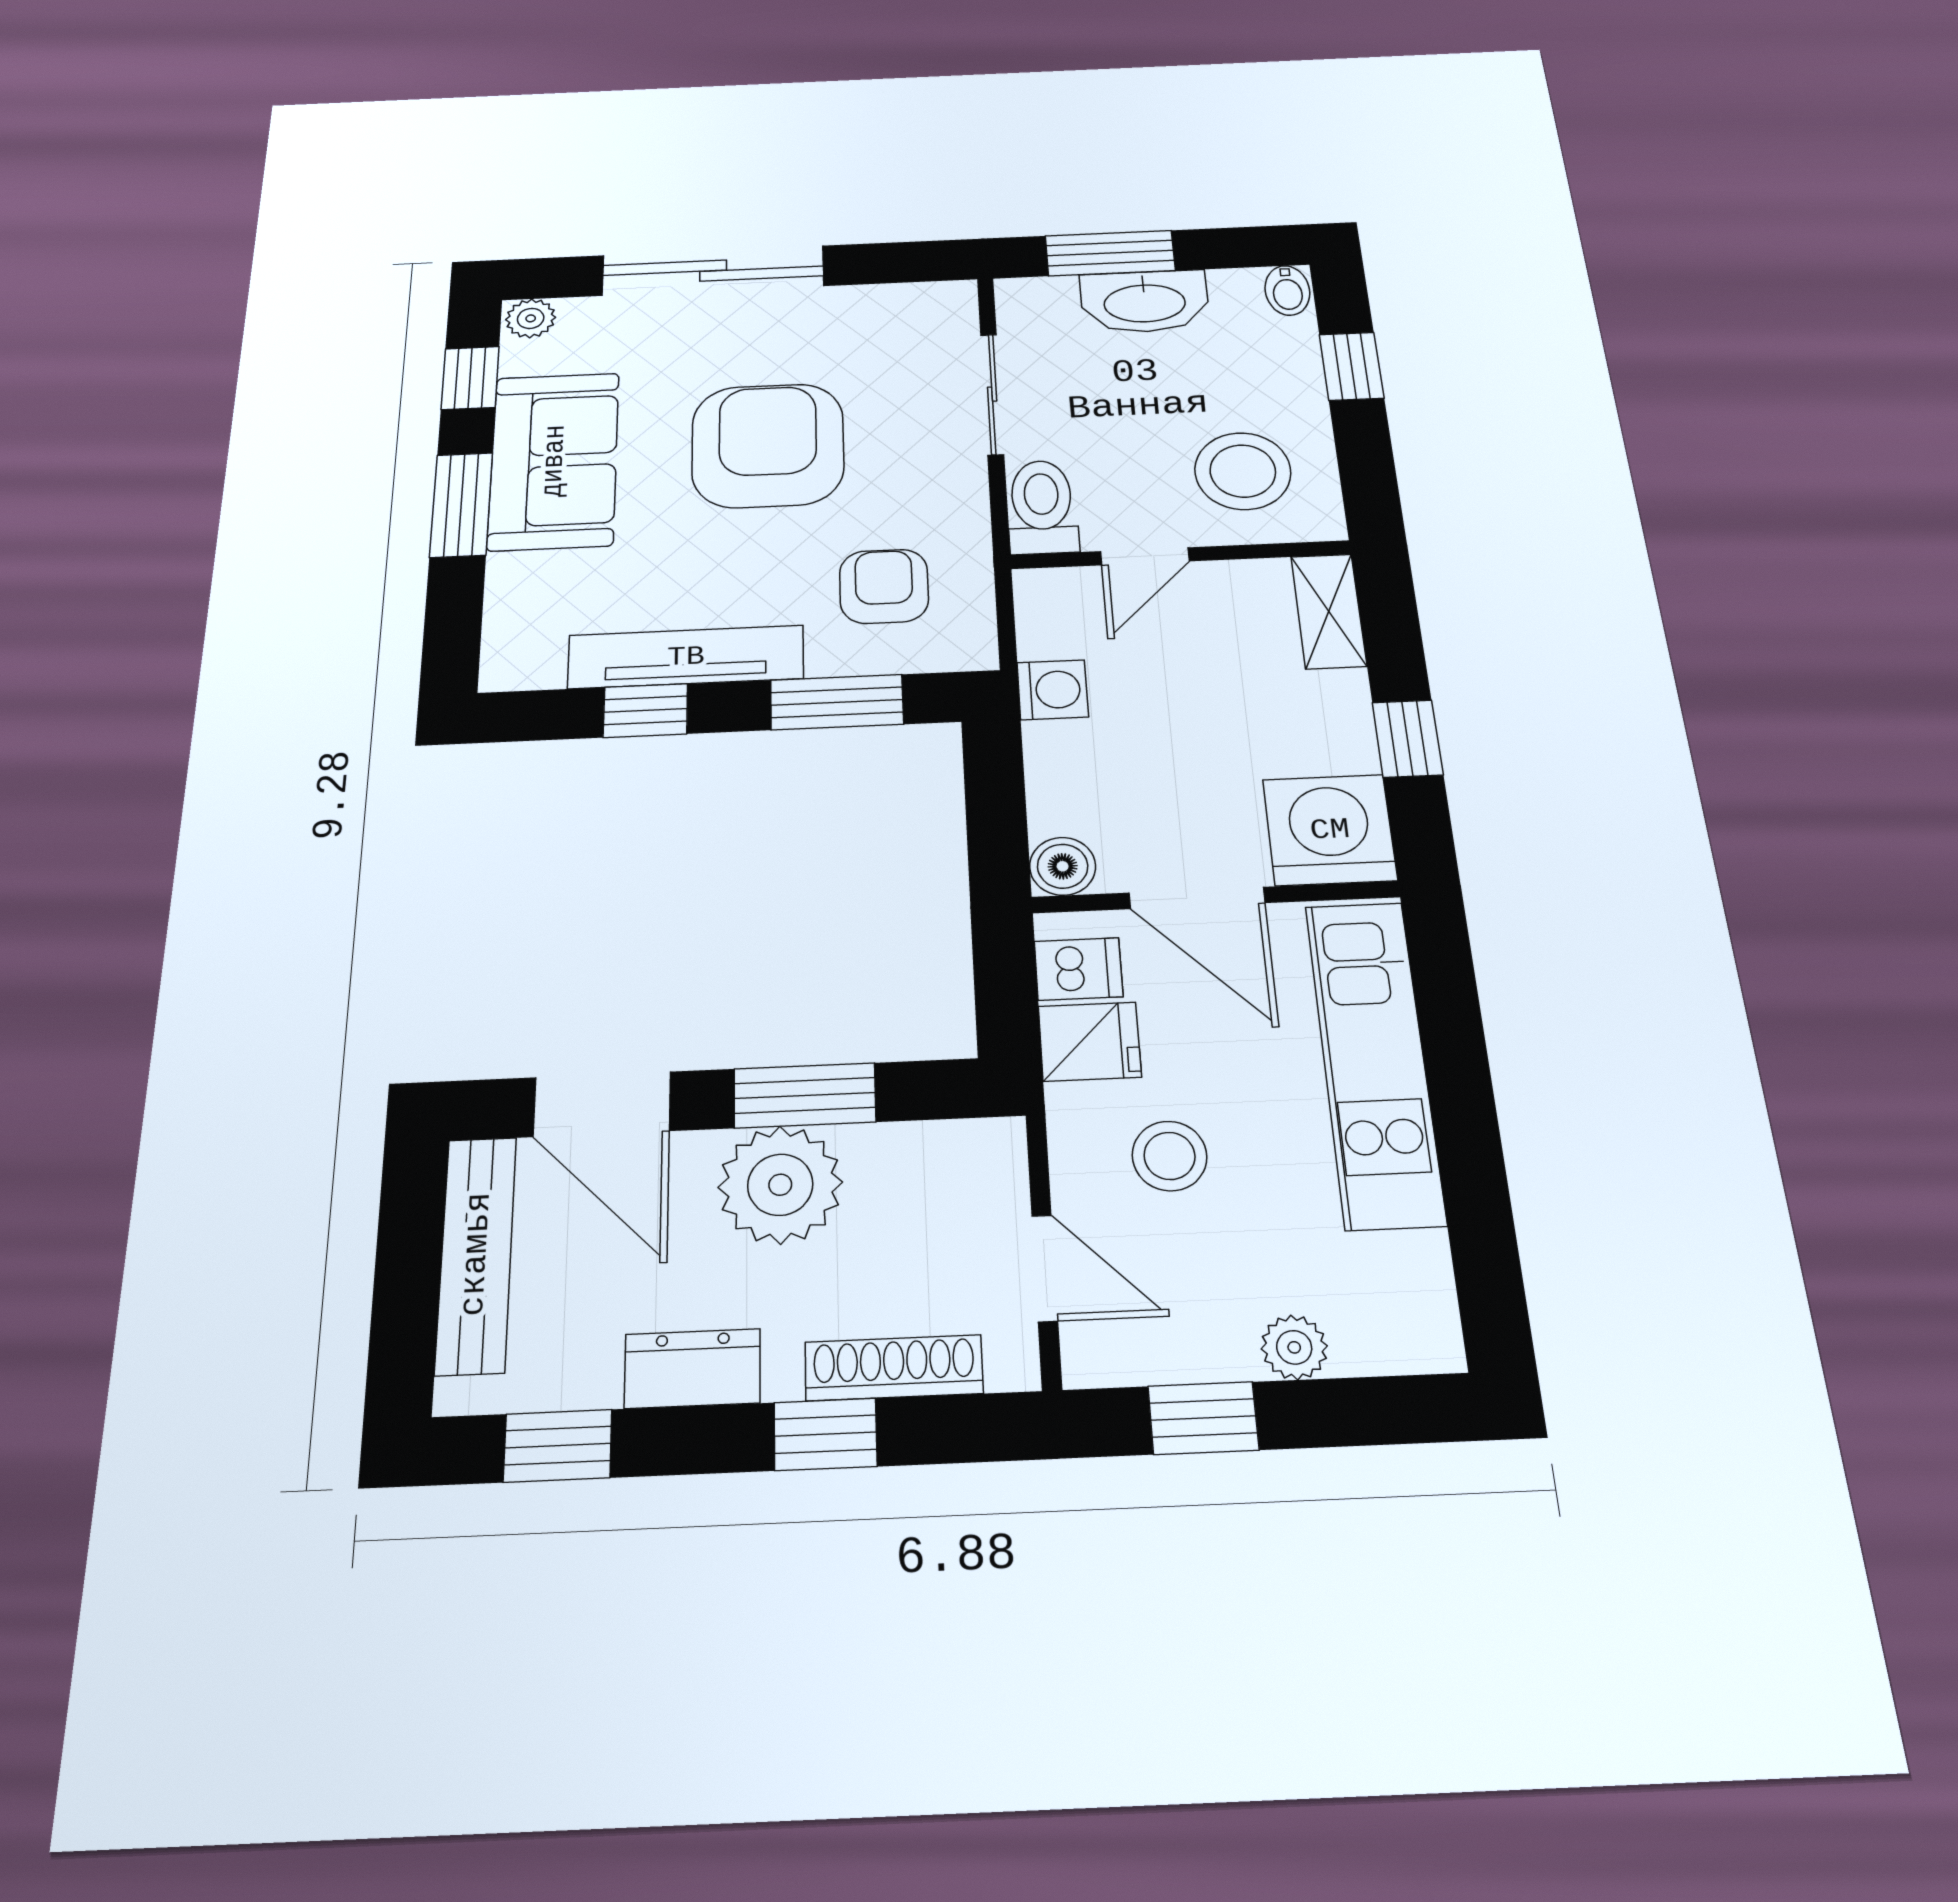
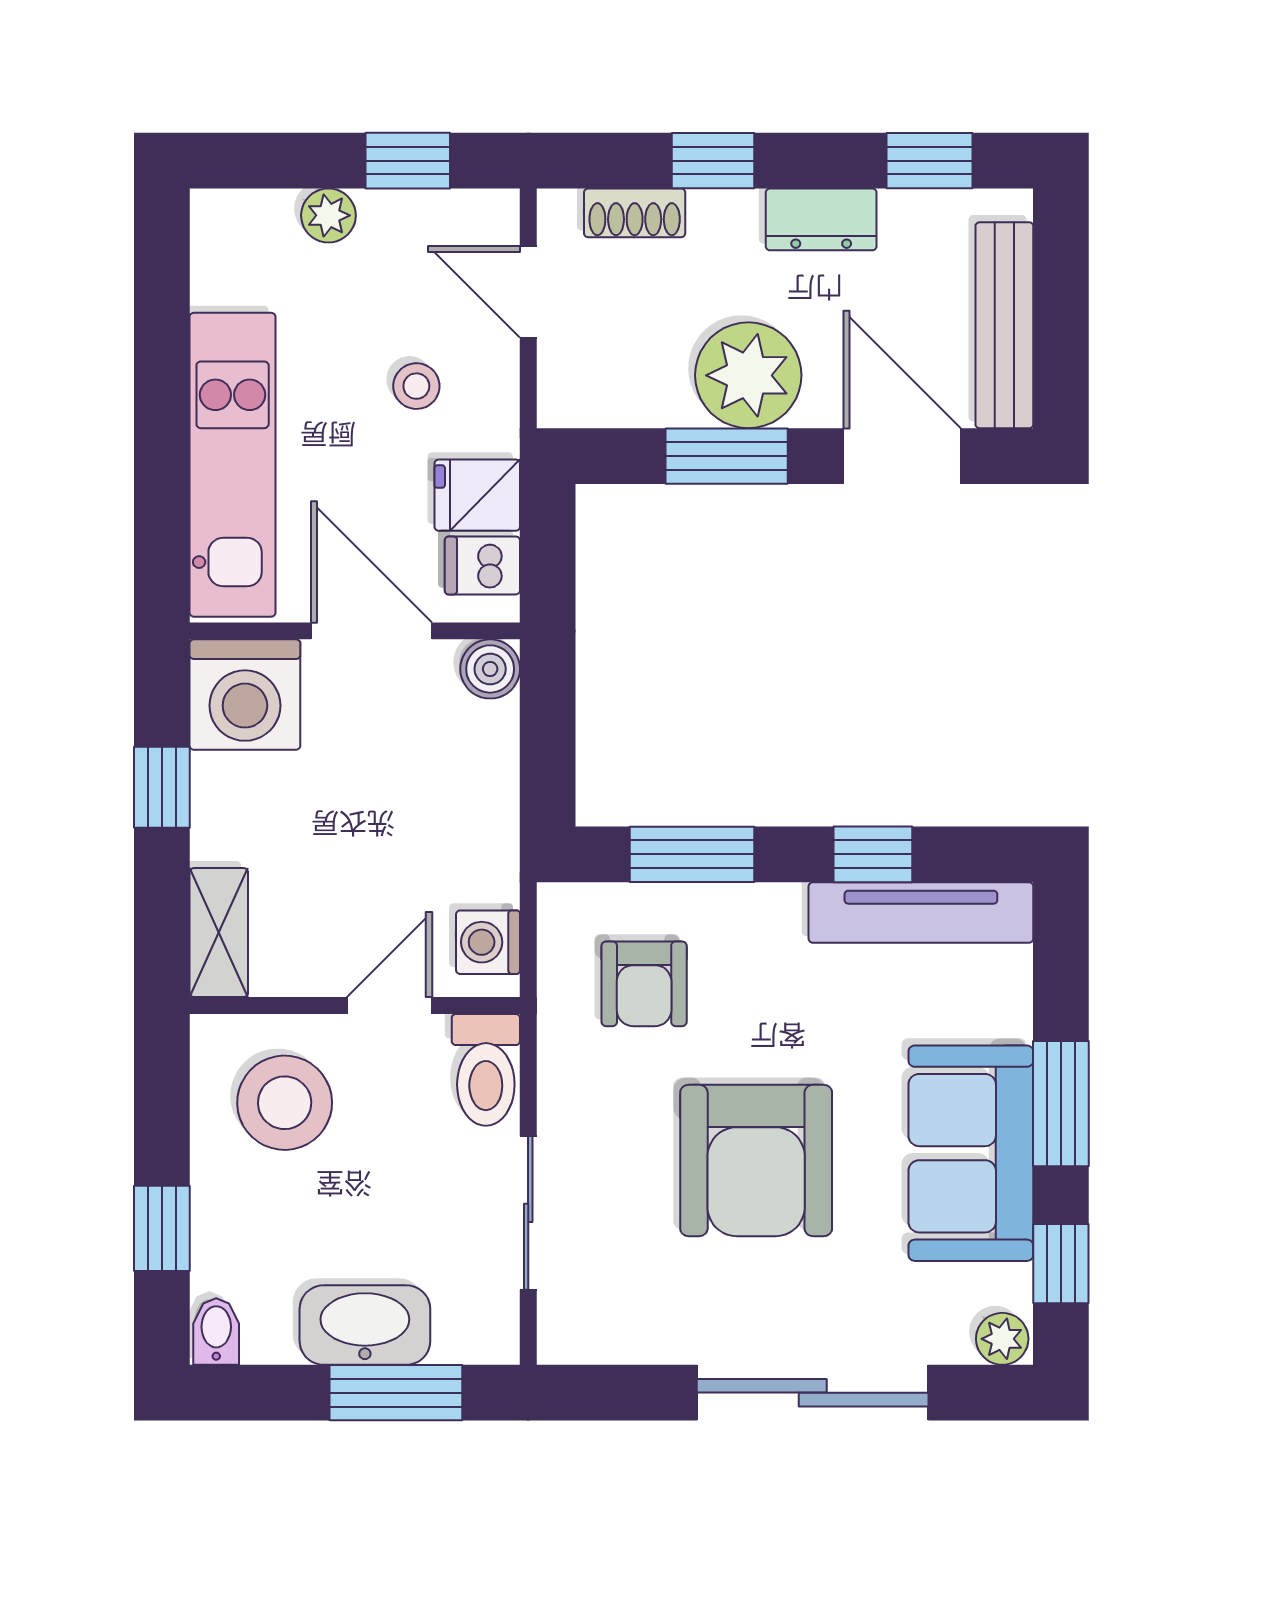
tv unit: (686, 657) -> (921, 912), moved
washing machine: (1053, 690) -> (488, 942), moved
stool: (1170, 1156) -> (416, 386), width x0.73, depth x0.73
shoe rack: (894, 1368) -> (635, 213), width x0.70

